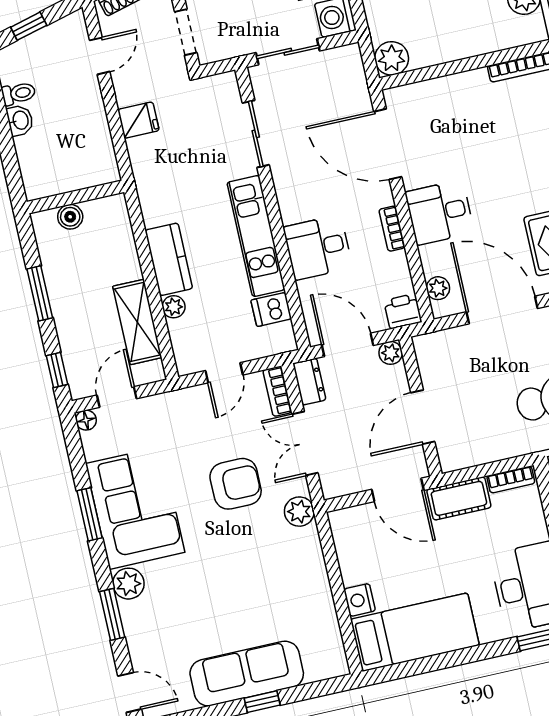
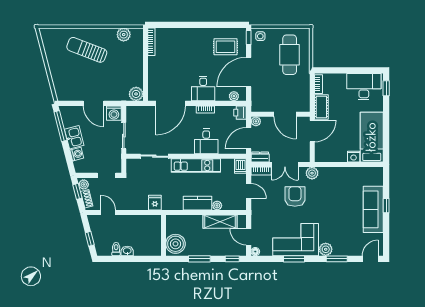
fridge: (138, 120) -> (155, 203), moved
boiler: (70, 217) -> (175, 244), width x1.86, depth x1.86
dishwasher: (271, 309) -> (240, 166), moved

